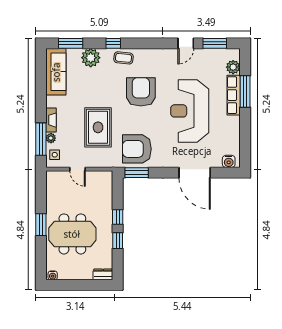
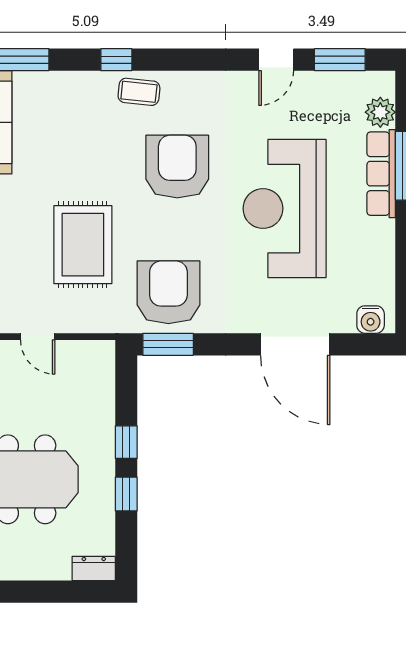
plant: (91, 58) -> (67, 91), removed
armchair: (137, 149) -> (168, 292), turned 90

